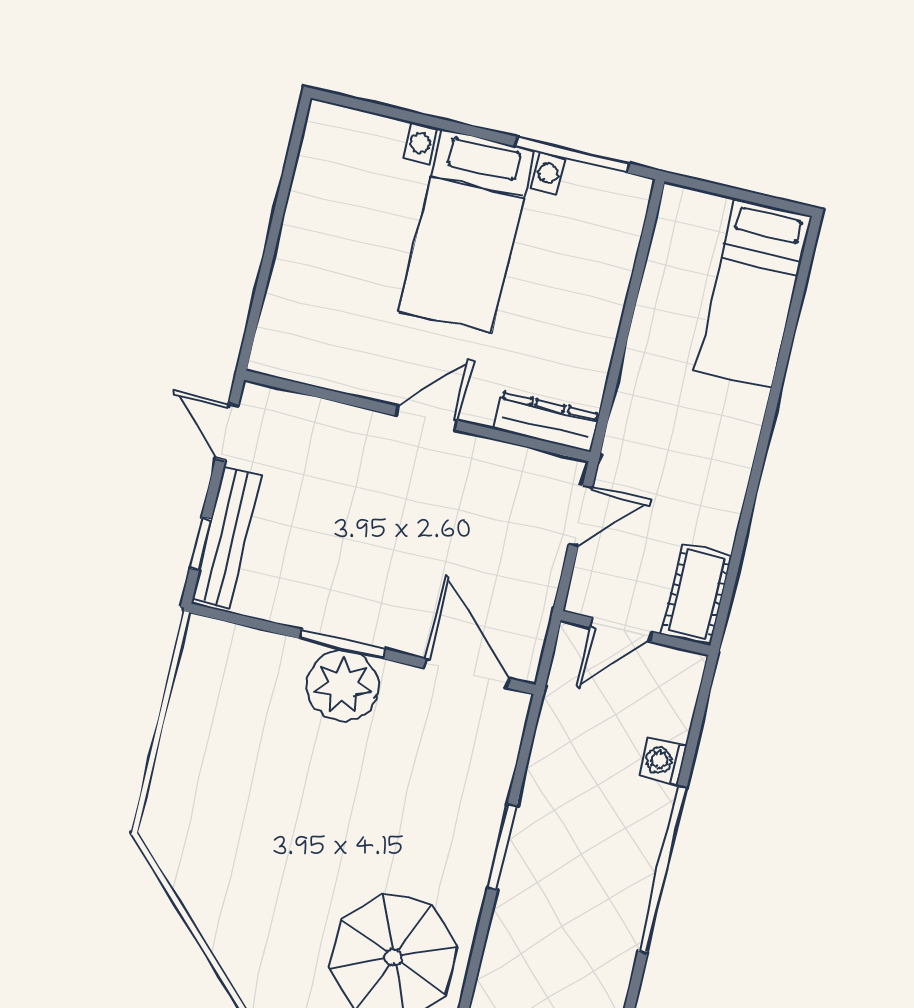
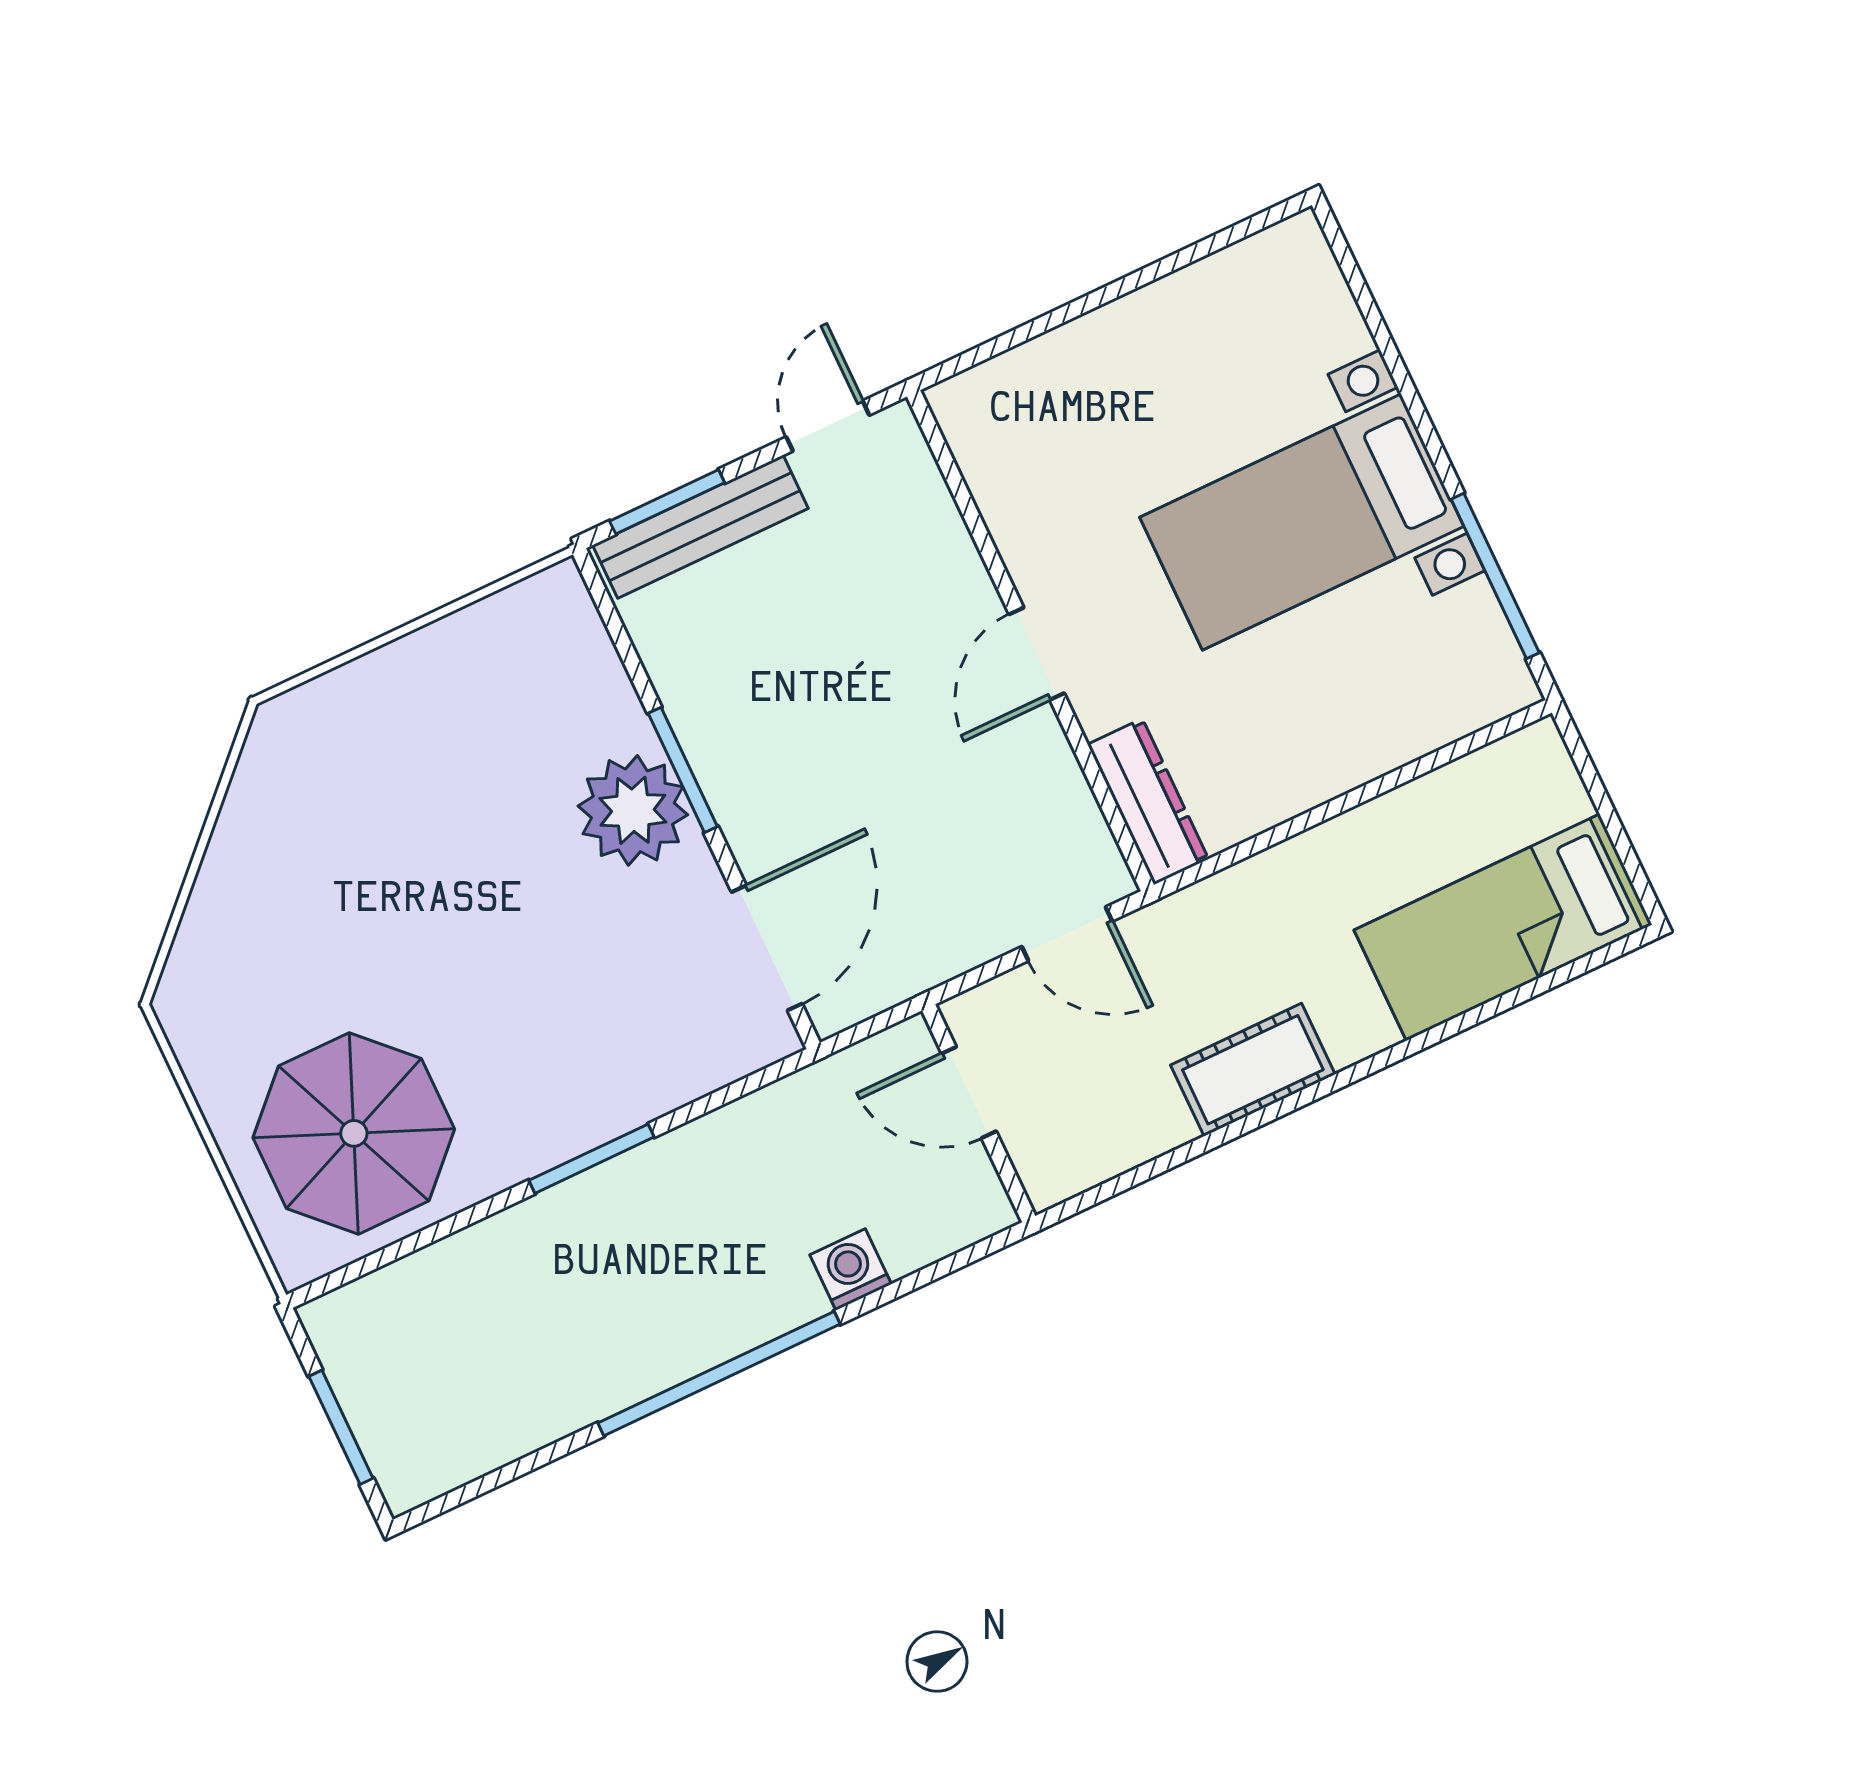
door: (427, 418) -> (1037, 654), swing flipped
window: (200, 544) -> (667, 502), width x1.50
cot: (696, 594) -> (1253, 1070), moved

